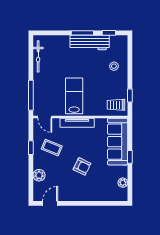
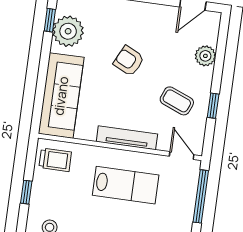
lab bench: (74, 96) -> (126, 185), turned -90
window: (130, 96) -> (26, 192), moved
window: (130, 157) -> (50, 20), moved
plant: (123, 183) -> (68, 31), width x1.88, depth x1.88

